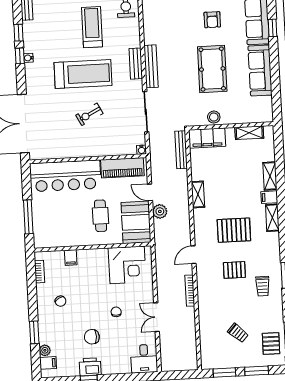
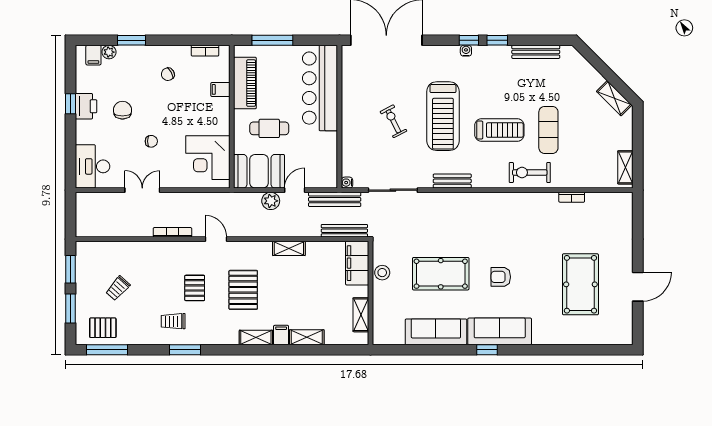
bench: (151, 66) -> (335, 199), moved
piano: (122, 168) -> (245, 83), moved, turned 180
desk: (144, 359) -> (93, 166), width x1.37

